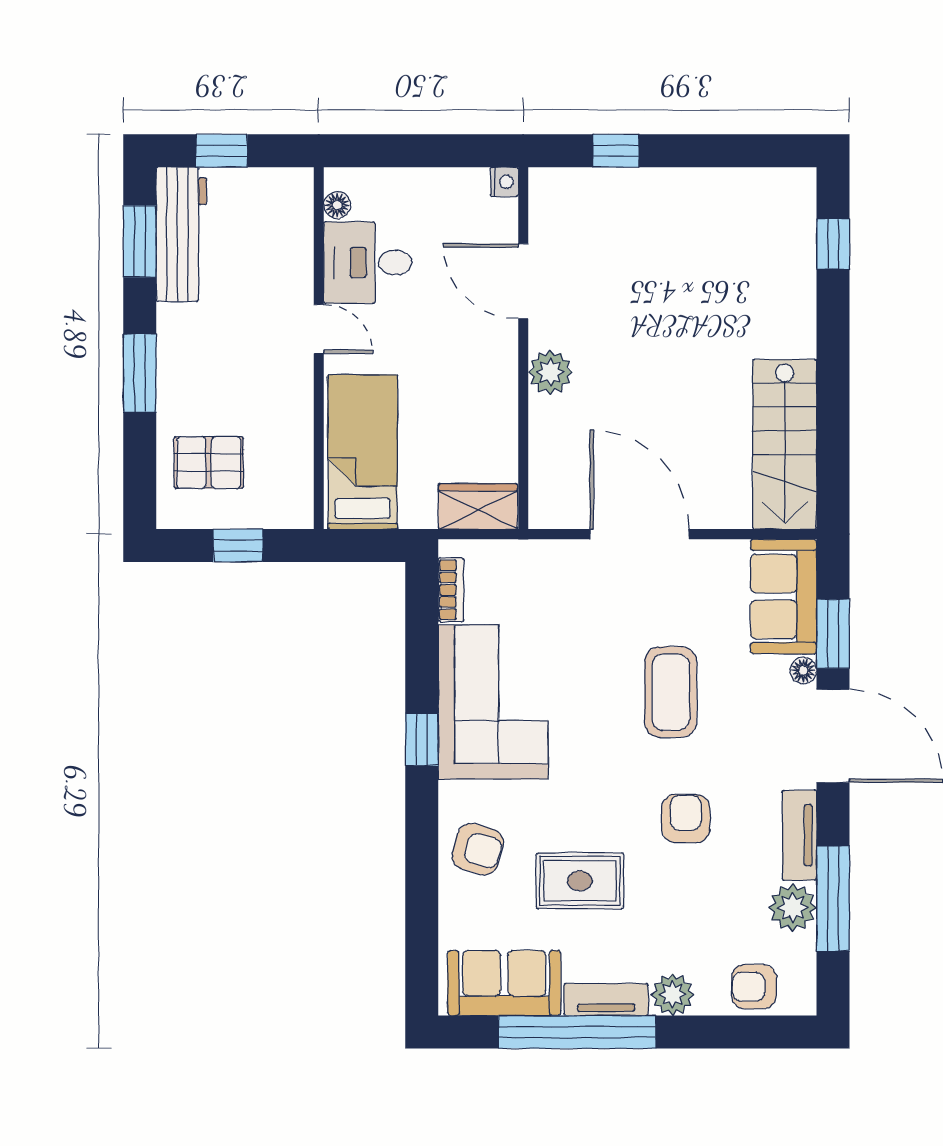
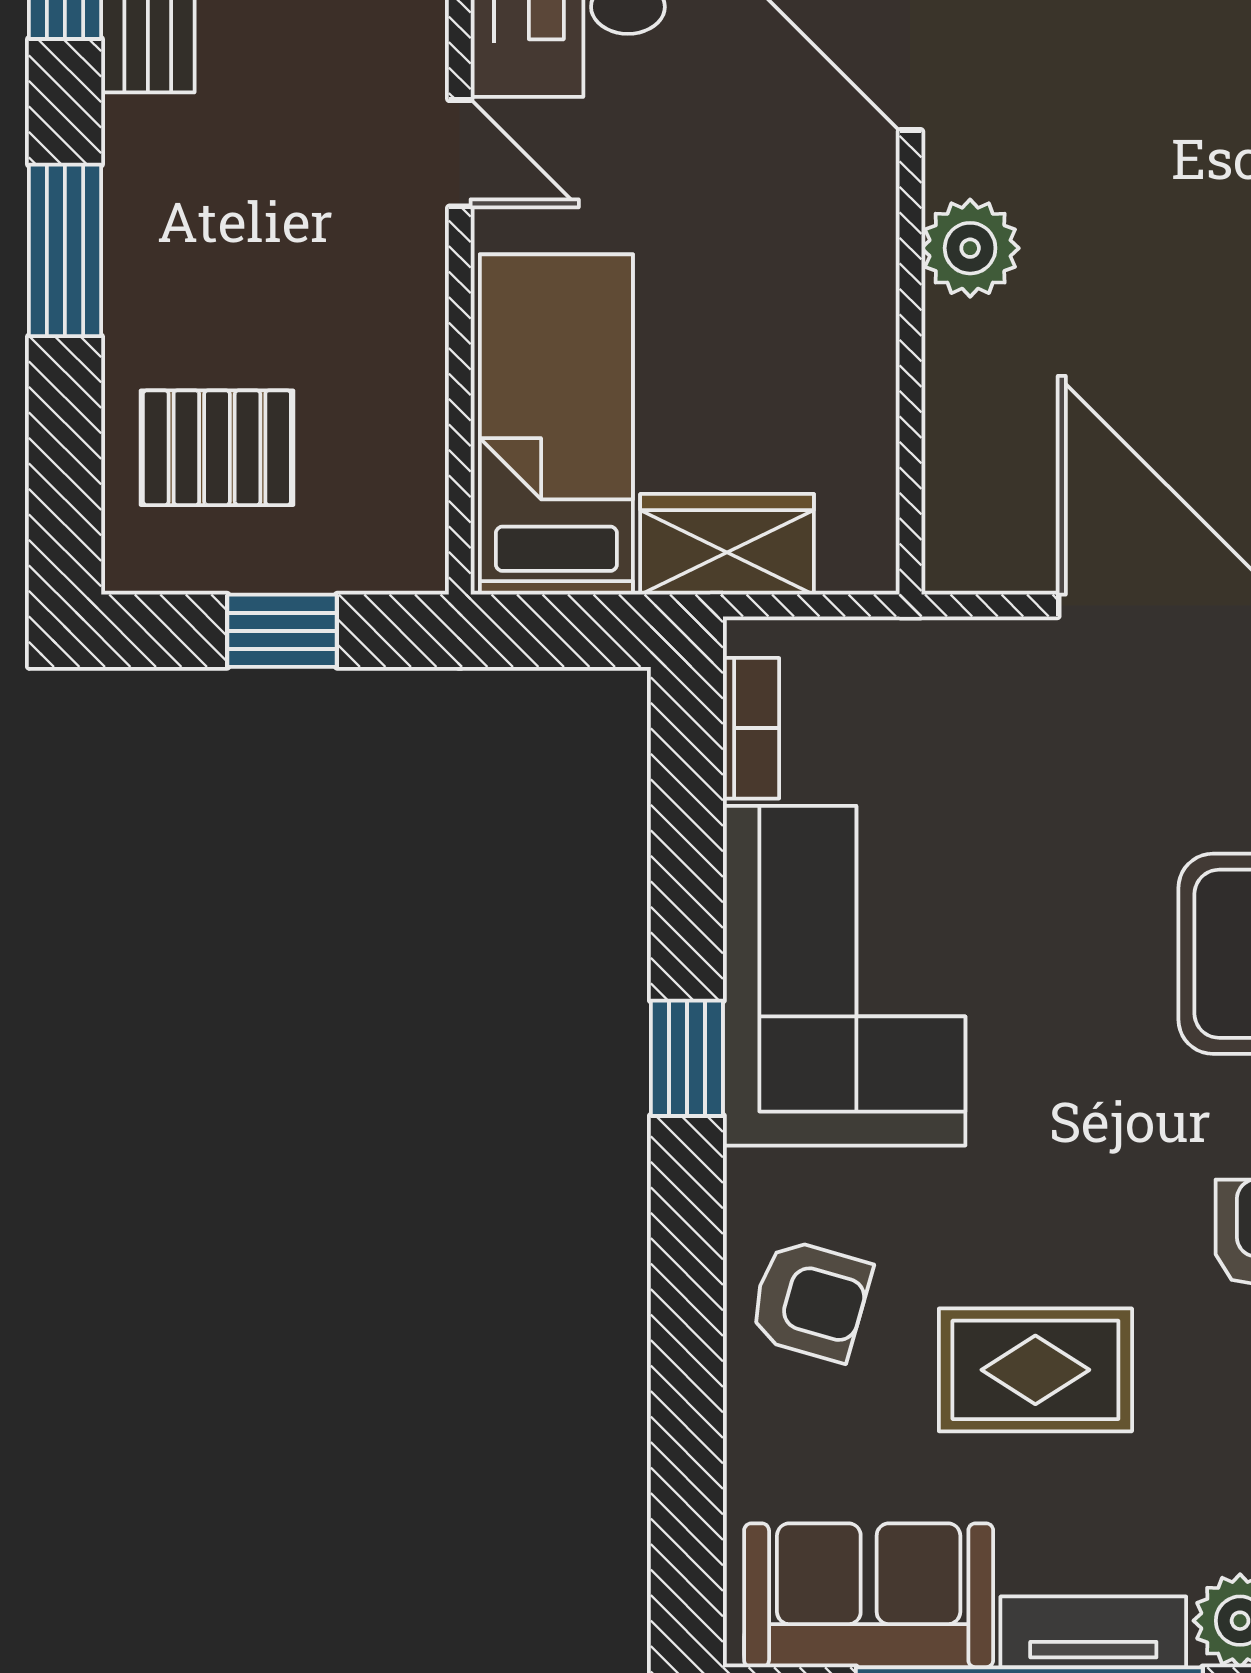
wardrobe: (478, 506) -> (727, 544), moved

